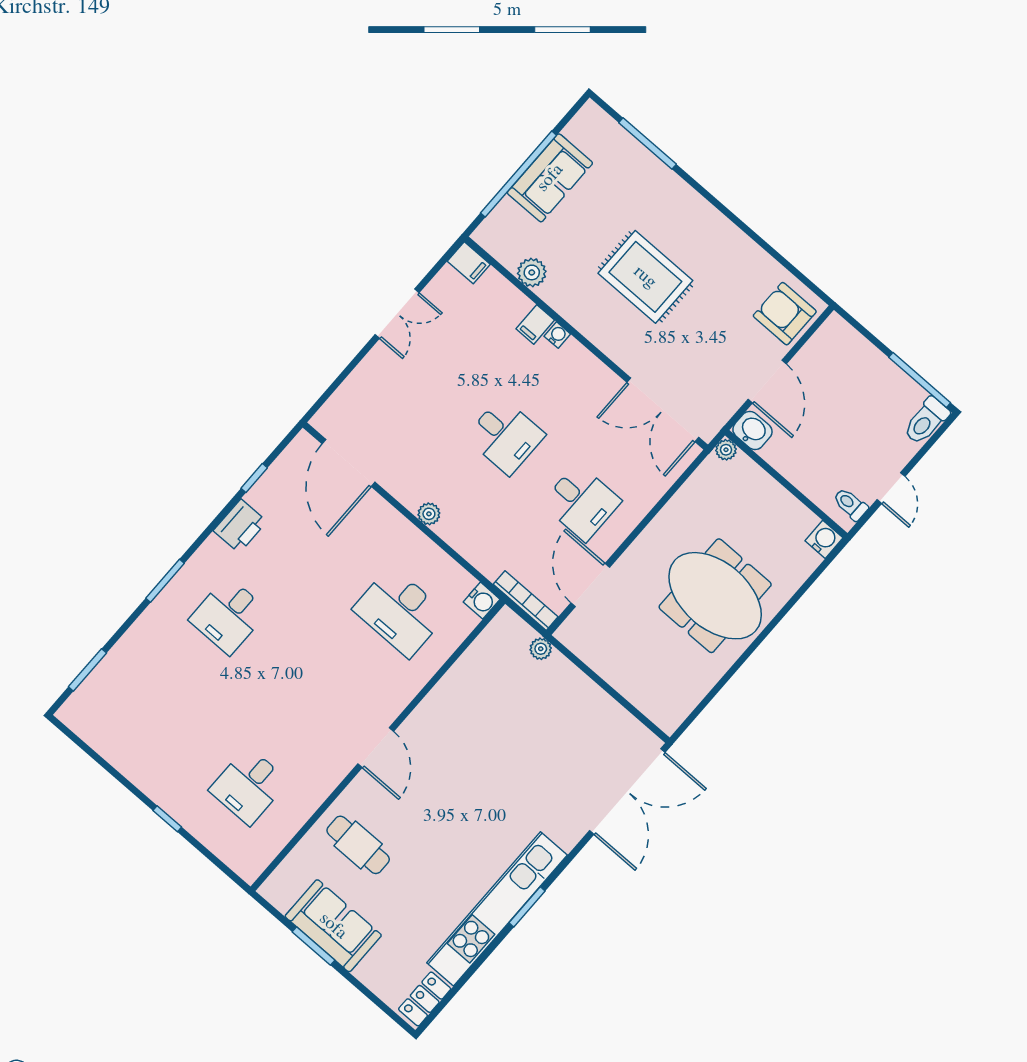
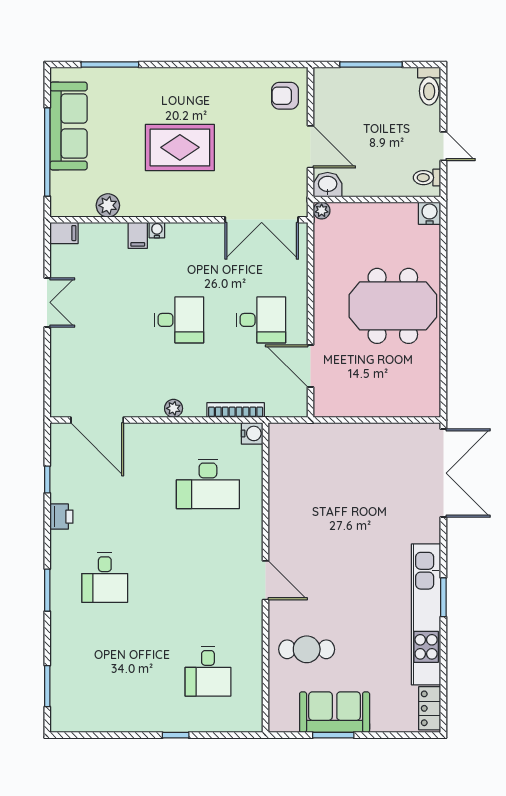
sofa: (550, 178) -> (69, 126), width x1.36
armchair: (785, 314) -> (285, 96), width x0.72, depth x0.72
window: (920, 380) -> (371, 64), moved
printer: (240, 526) -> (61, 517), width x0.73, depth x0.81
bookcase: (526, 601) -> (236, 410), moved
plant: (541, 649) -> (314, 432), removed

